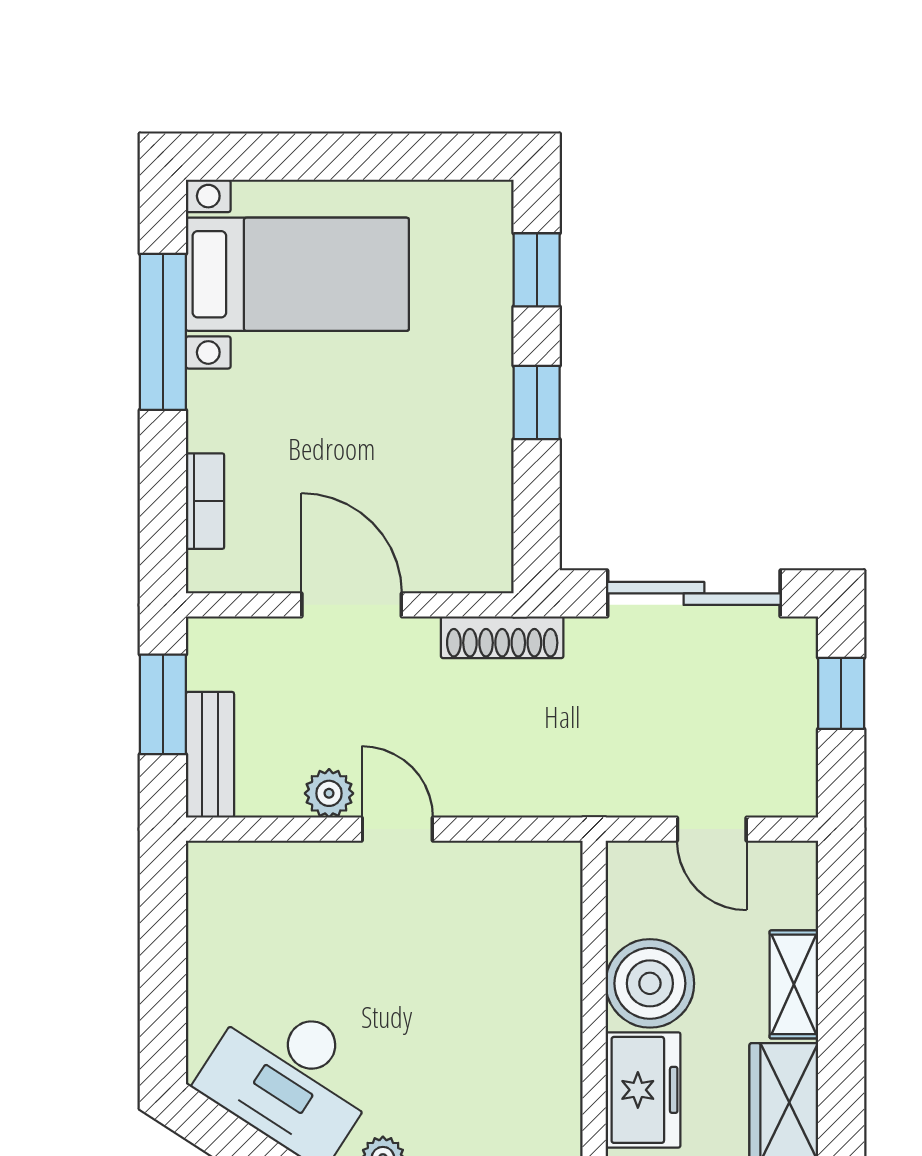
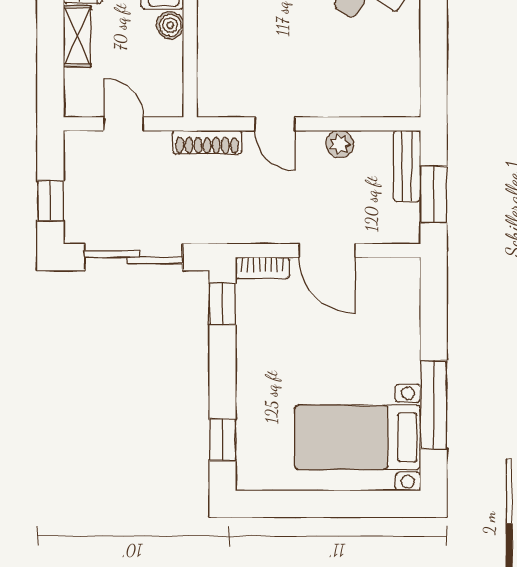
window: (537, 402) -> (222, 304), moved
bookcase: (205, 501) -> (263, 268), moved, turned -90
shoe rack: (502, 637) -> (207, 142), moved, turned 180
door: (397, 829) -> (275, 124), moved
boiler: (650, 983) -> (170, 25), width x0.54, depth x0.54

